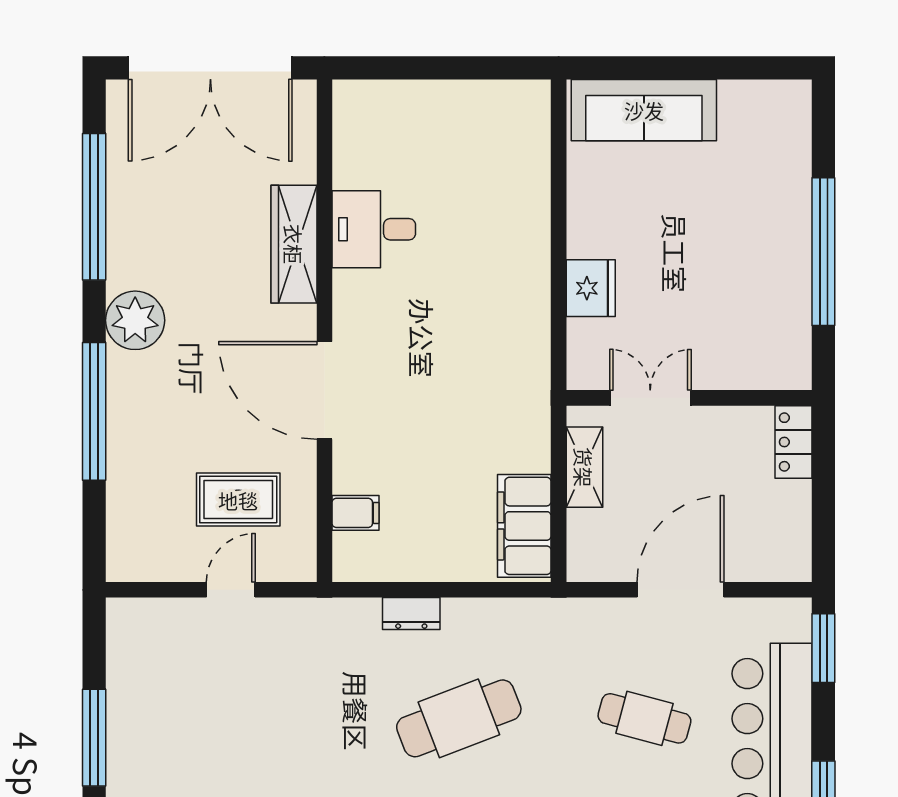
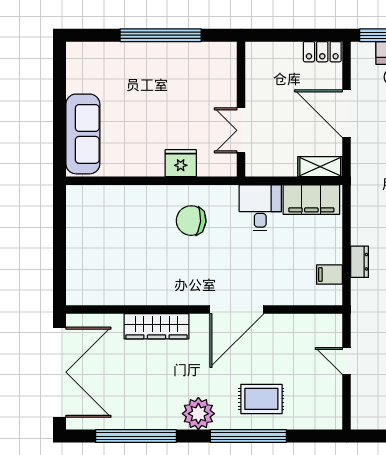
desk: (374, 229) -> (260, 208), moved, turned 180
chair: (486, 307) -> (191, 221), added
locker: (794, 442) -> (322, 52), moved
shelving: (584, 467) -> (320, 167), moved
rug: (238, 500) -> (261, 399), moved, turned 90
filing cabinet: (356, 513) -> (329, 275), moved, turned -90

